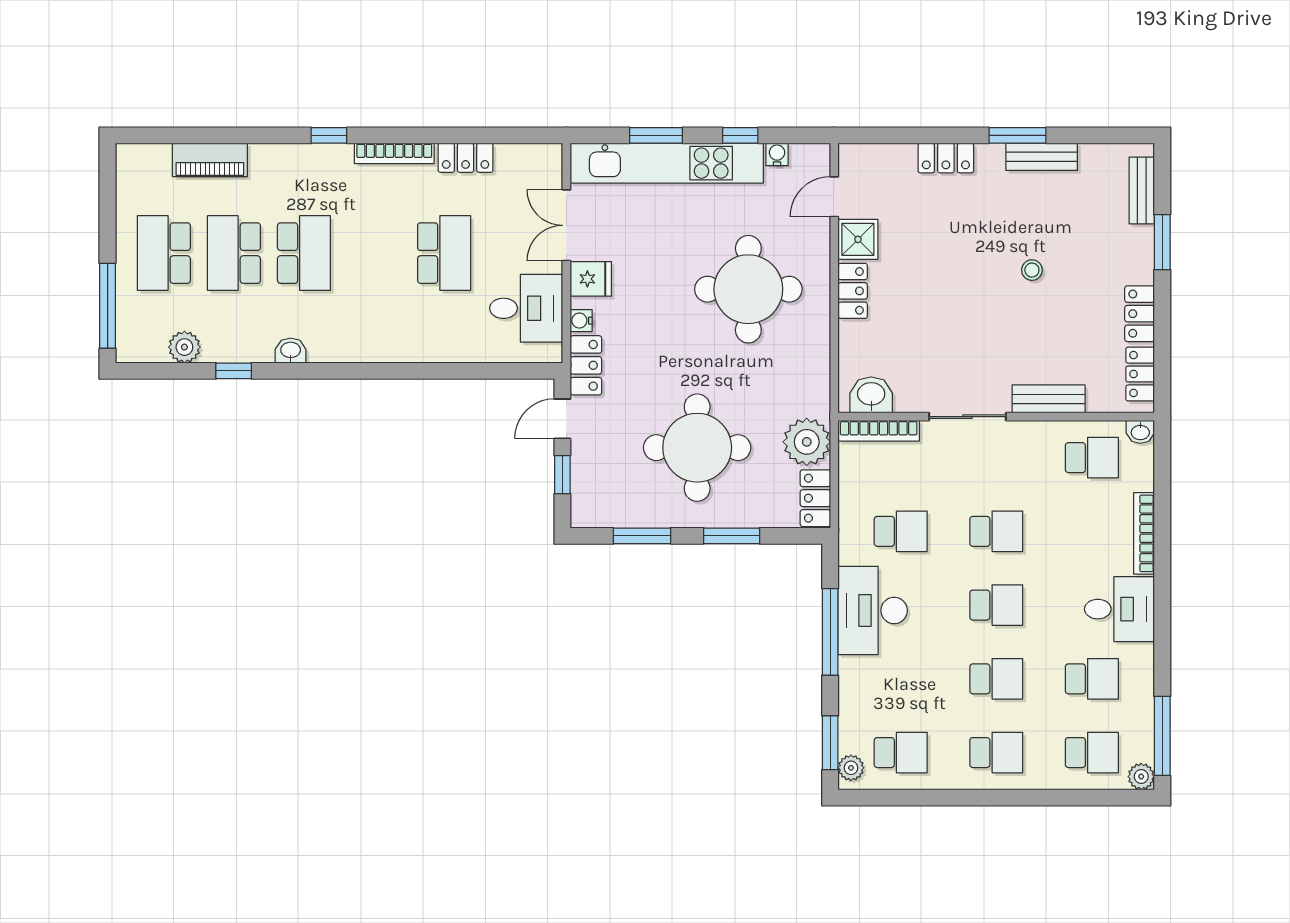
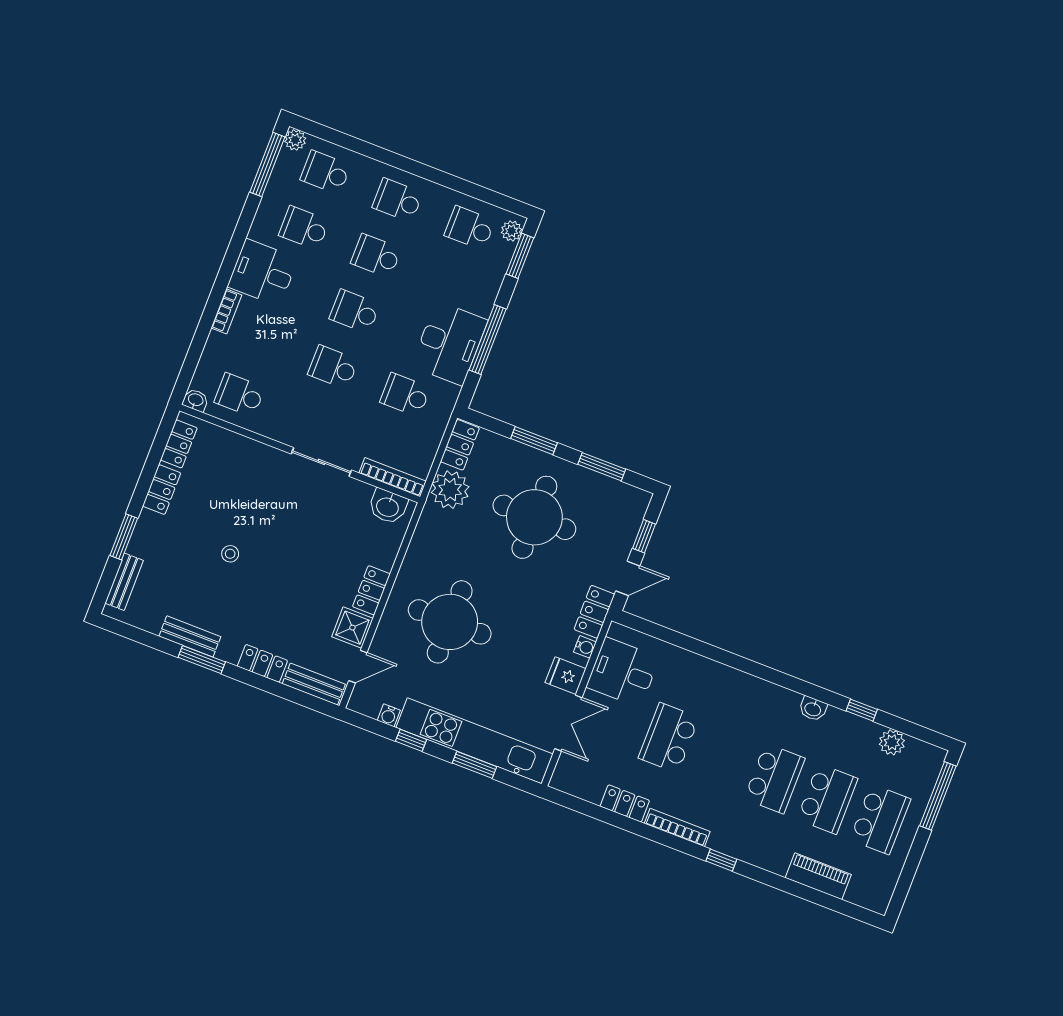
school desk: (304, 253) -> (774, 779), turned 180
bench: (1049, 399) -> (314, 684), moved
bookcase: (1144, 533) -> (226, 311), width x0.64

